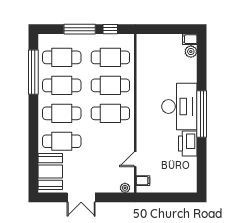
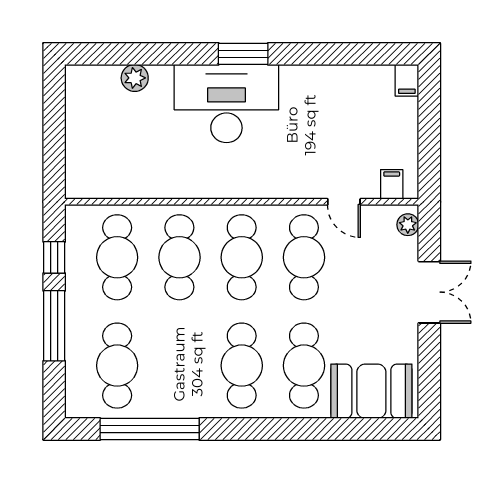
filing cabinet: (190, 39) -> (407, 80), moved
plant: (191, 52) -> (135, 78), moved
cafe table: (62, 85) -> (304, 257), moved
window: (202, 114) -> (243, 54), width x0.47
printer: (188, 144) -> (309, 85), removed
double door: (81, 197) -> (429, 292), moved

